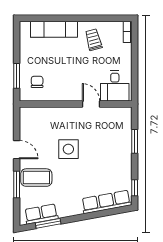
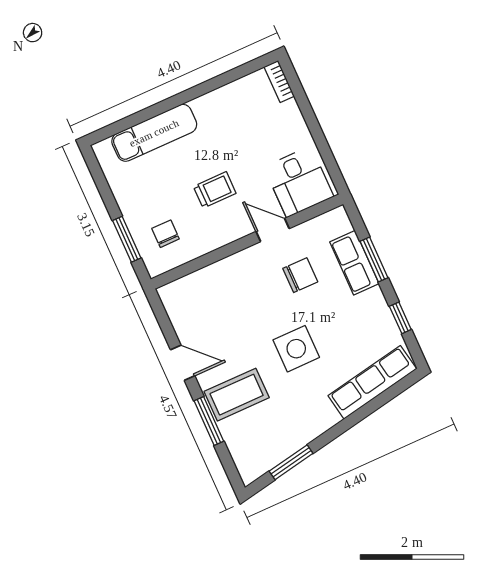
trolley: (94, 40) -> (215, 190), moved, turned 105
chair: (95, 133) -> (300, 275), added
side table: (68, 149) -> (296, 349), moved
window: (135, 188) -> (400, 318), moved
row of seats: (41, 214) -> (354, 263), moved, turned -80

